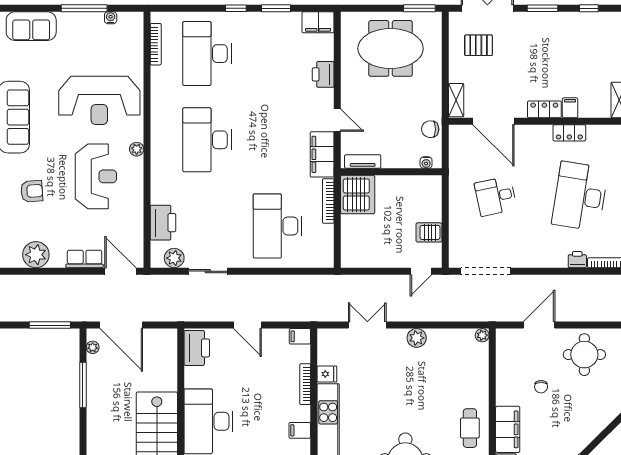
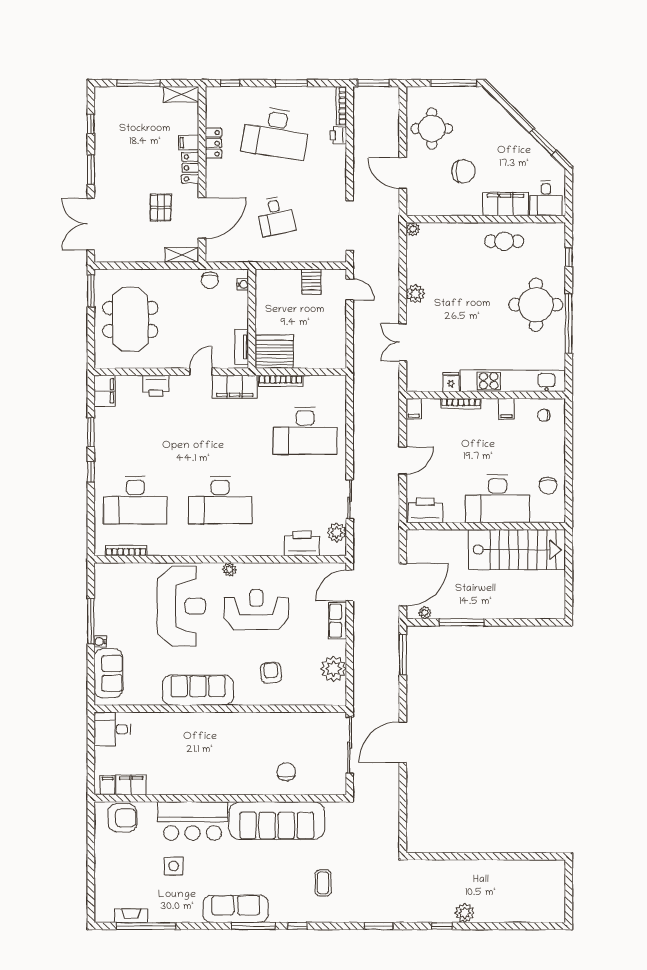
water cooler: (111, 18) -> (100, 642), moved
pallet: (479, 45) -> (161, 208), moved
chair: (541, 387) -> (464, 171), width x1.87, depth x1.87

